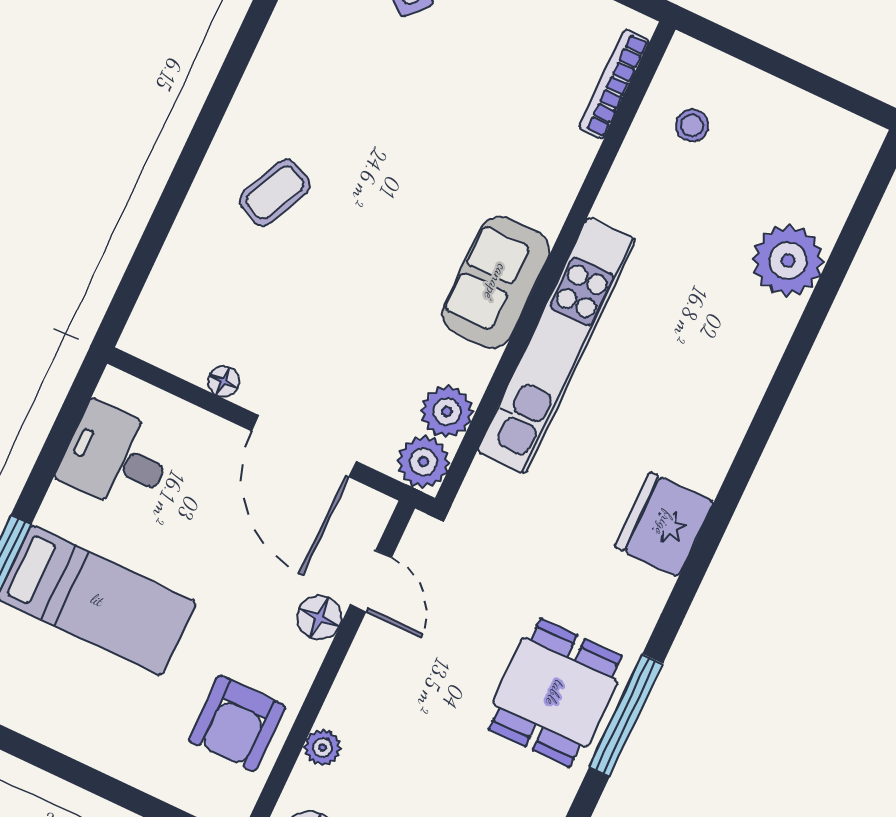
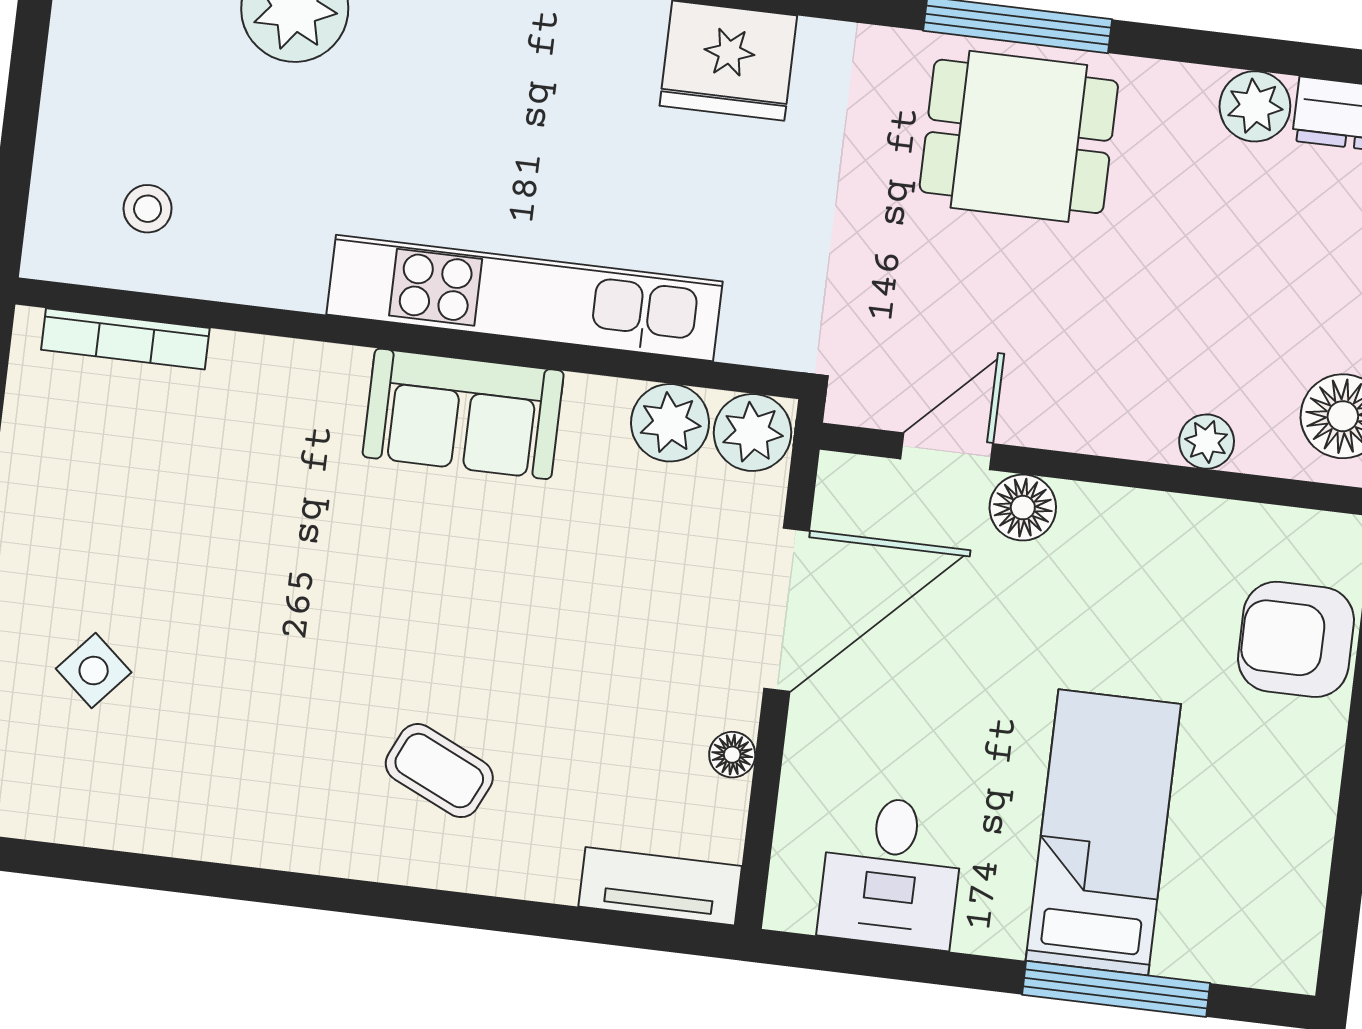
tv unit: (155, 308) -> (660, 886), added
armchair: (237, 723) -> (1296, 639), moved, turned 180

